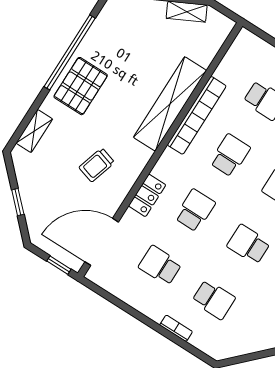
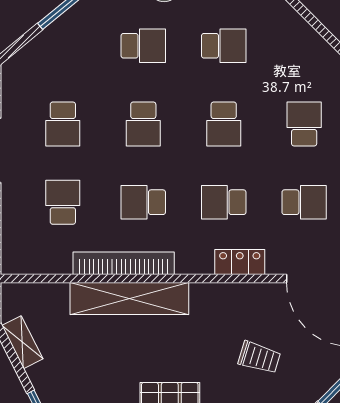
trolley: (97, 165) -> (259, 357), moved
school desk: (160, 265) -> (304, 202), turned -90

